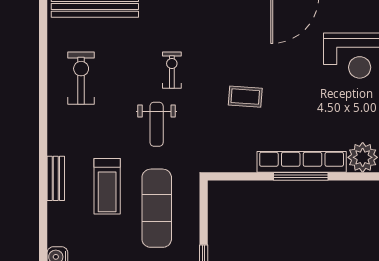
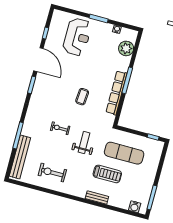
weight bench: (157, 124) -> (84, 142), turned -90
row of seats: (302, 162) -> (117, 93), moved

